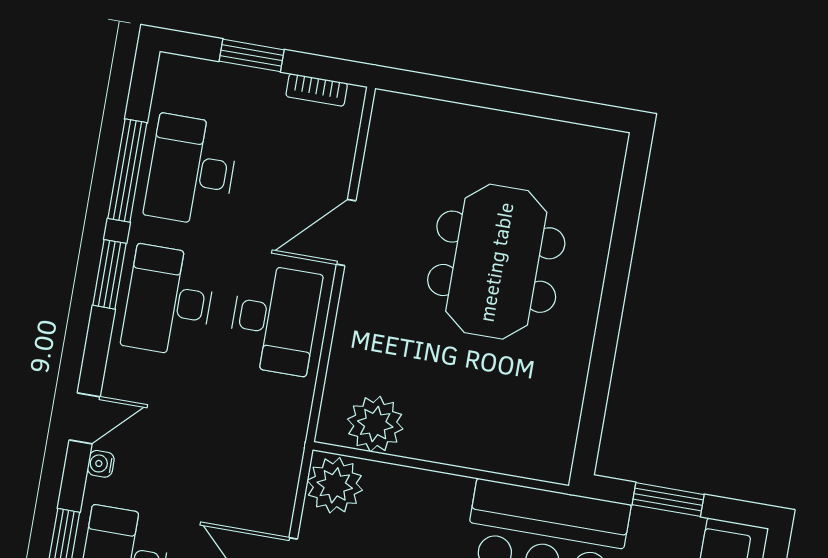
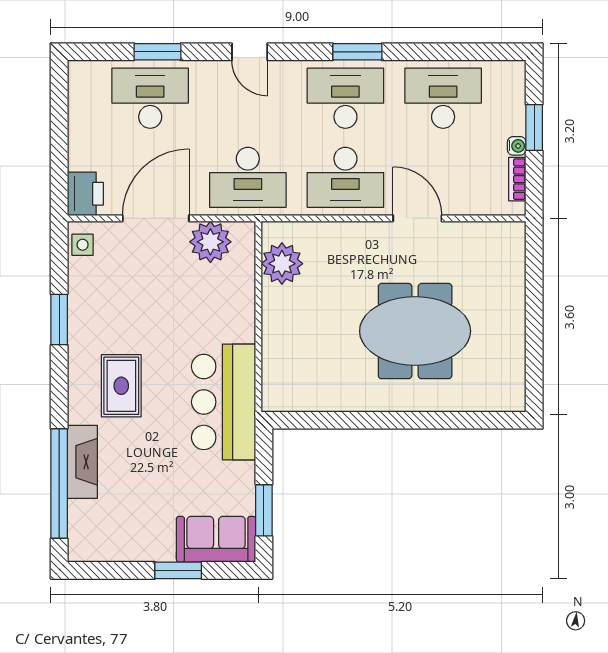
window: (127, 170) -> (435, 52), removed
desk: (252, 450) -> (248, 177), added
water cooler: (101, 464) -> (517, 146), moved, turned 90
plant: (335, 485) -> (210, 242), moved
window: (668, 500) -> (264, 510), moved

